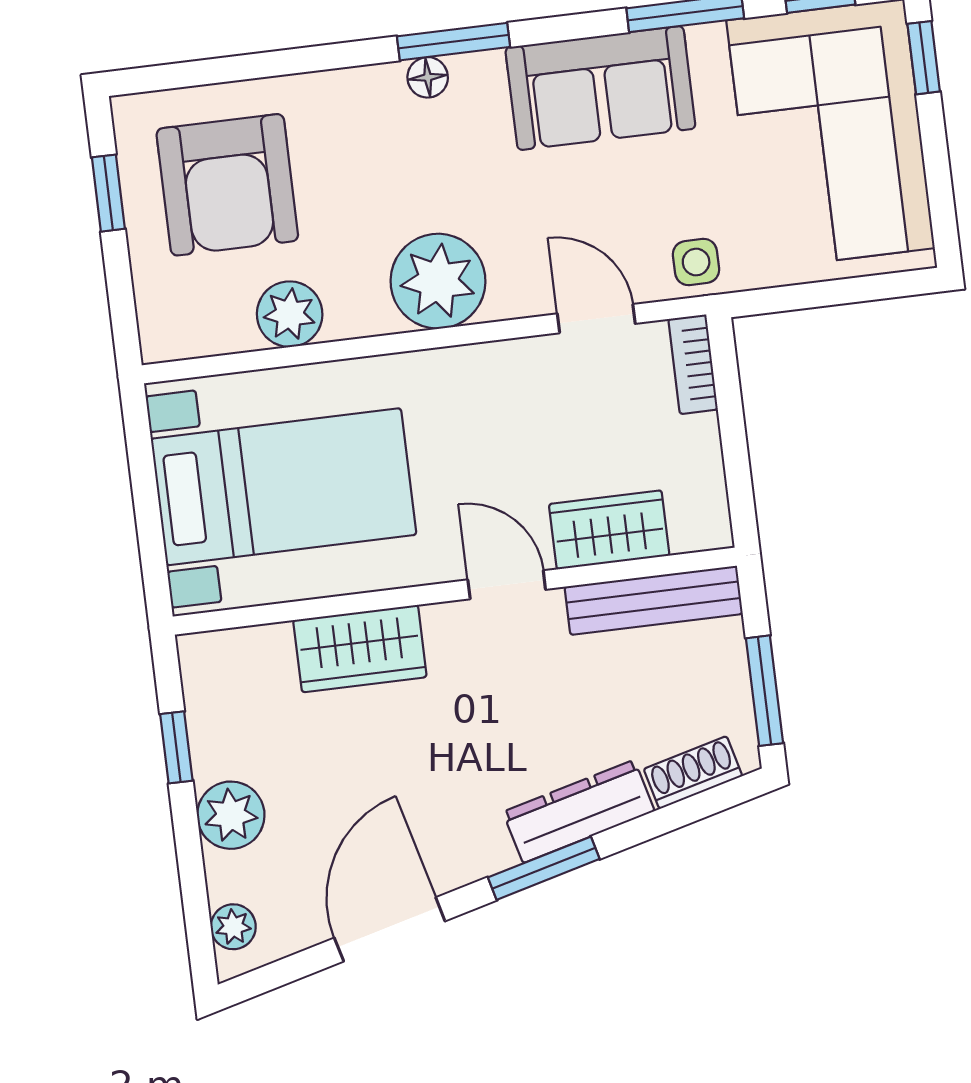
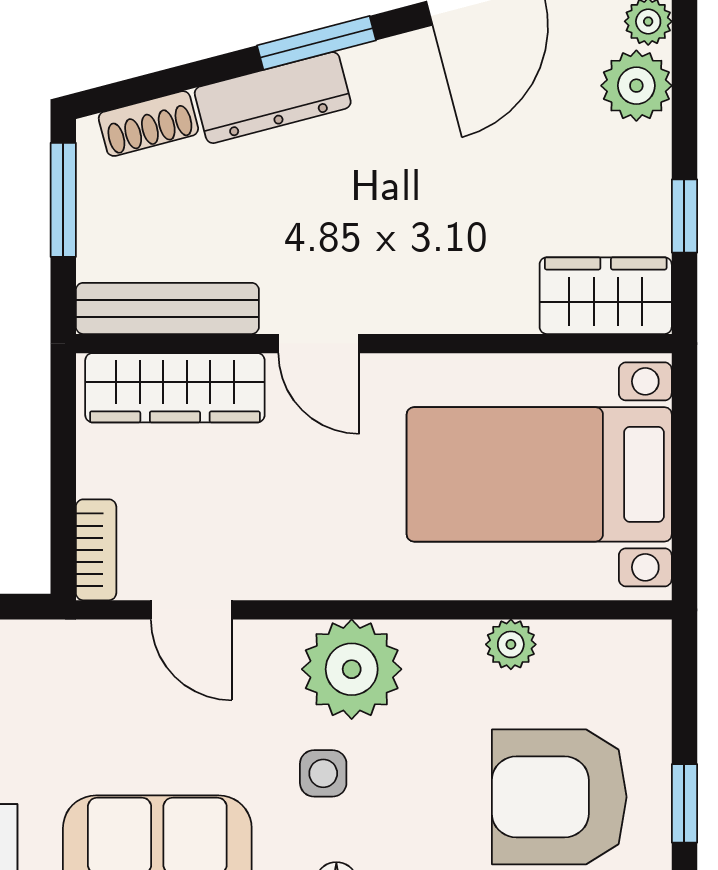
armchair: (227, 185) -> (559, 797), turned -90
side table: (696, 262) -> (323, 773), moved
plant: (290, 314) -> (511, 644), width x0.73, depth x0.73
wardrobe: (609, 530) -> (175, 388), width x1.50
wardrobe: (360, 649) -> (606, 296), moved
plant: (231, 815) -> (636, 86), moved

